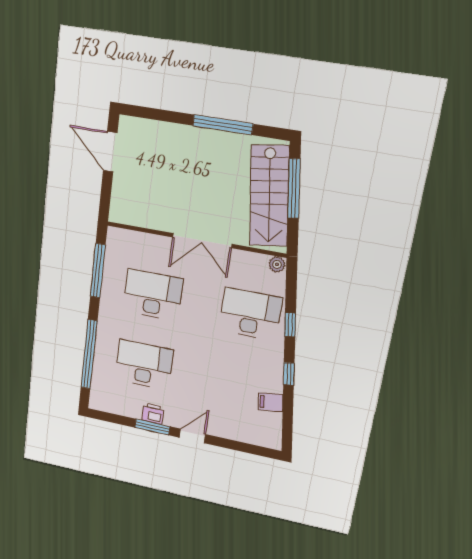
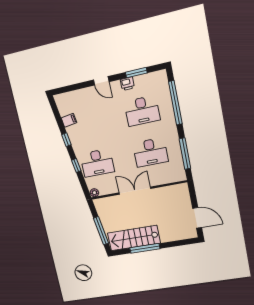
stairs: (269, 196) -> (134, 238), moved, turned -82
window: (152, 427) -> (136, 73), moved
door: (192, 436) -> (101, 81), hinge flipped

